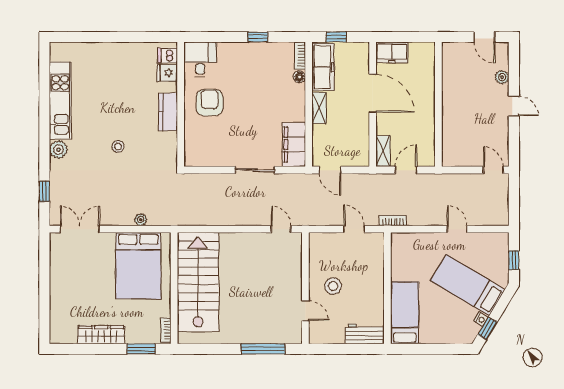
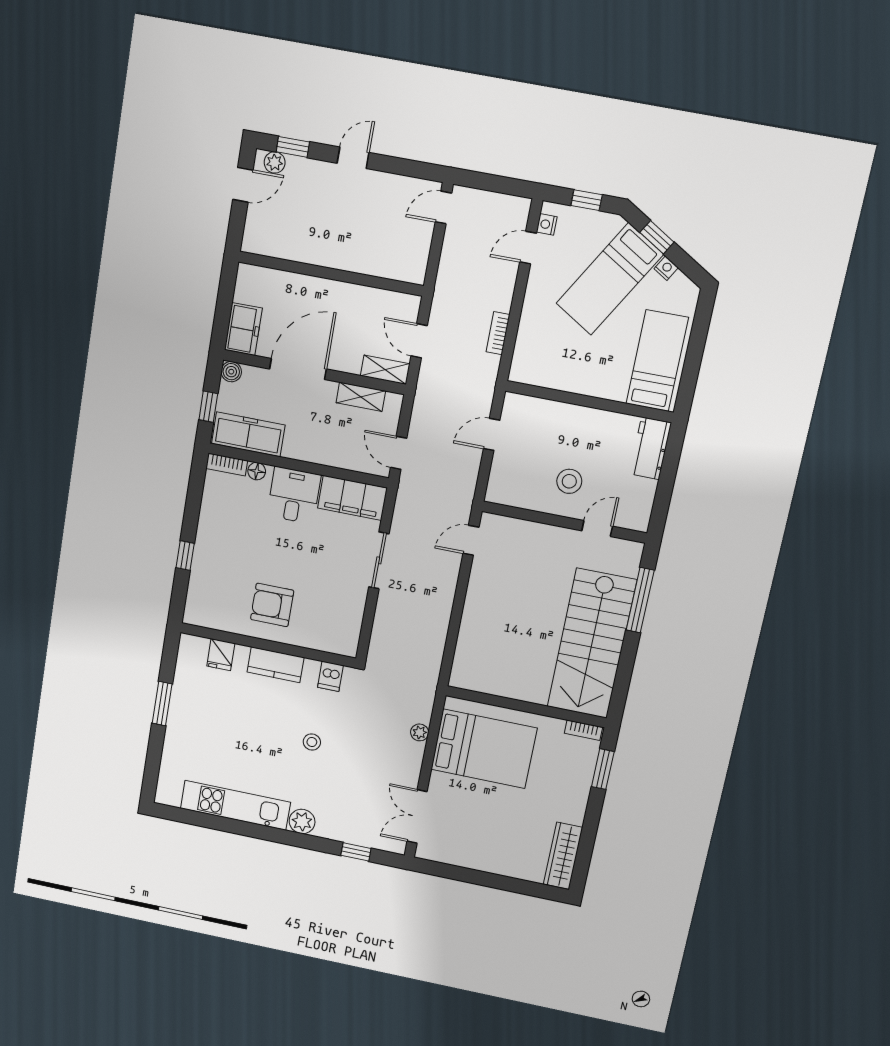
window: (123, 37) -> (162, 704), added
window: (258, 37) -> (185, 556), moved
boiler: (363, 49) -> (231, 372), added
dishwasher: (168, 55) -> (330, 676), moved
desk: (200, 59) -> (294, 495), moved, turned 90
window: (514, 66) -> (293, 147), added
plant: (502, 77) -> (275, 162), moved
shelving: (319, 108) -> (361, 397), moved
door: (330, 170) -> (399, 453), swing flipped
bookcase: (393, 220) -> (498, 333), moved
door: (457, 229) -> (528, 248), moved
nightstand: (494, 238) -> (547, 224), added
stairs: (198, 282) -> (592, 644), moved, turned -90
bed: (405, 313) -> (657, 361), moved, turned 90
window: (487, 328) -> (657, 237), moved
wardrobe: (101, 335) -> (563, 856), moved

